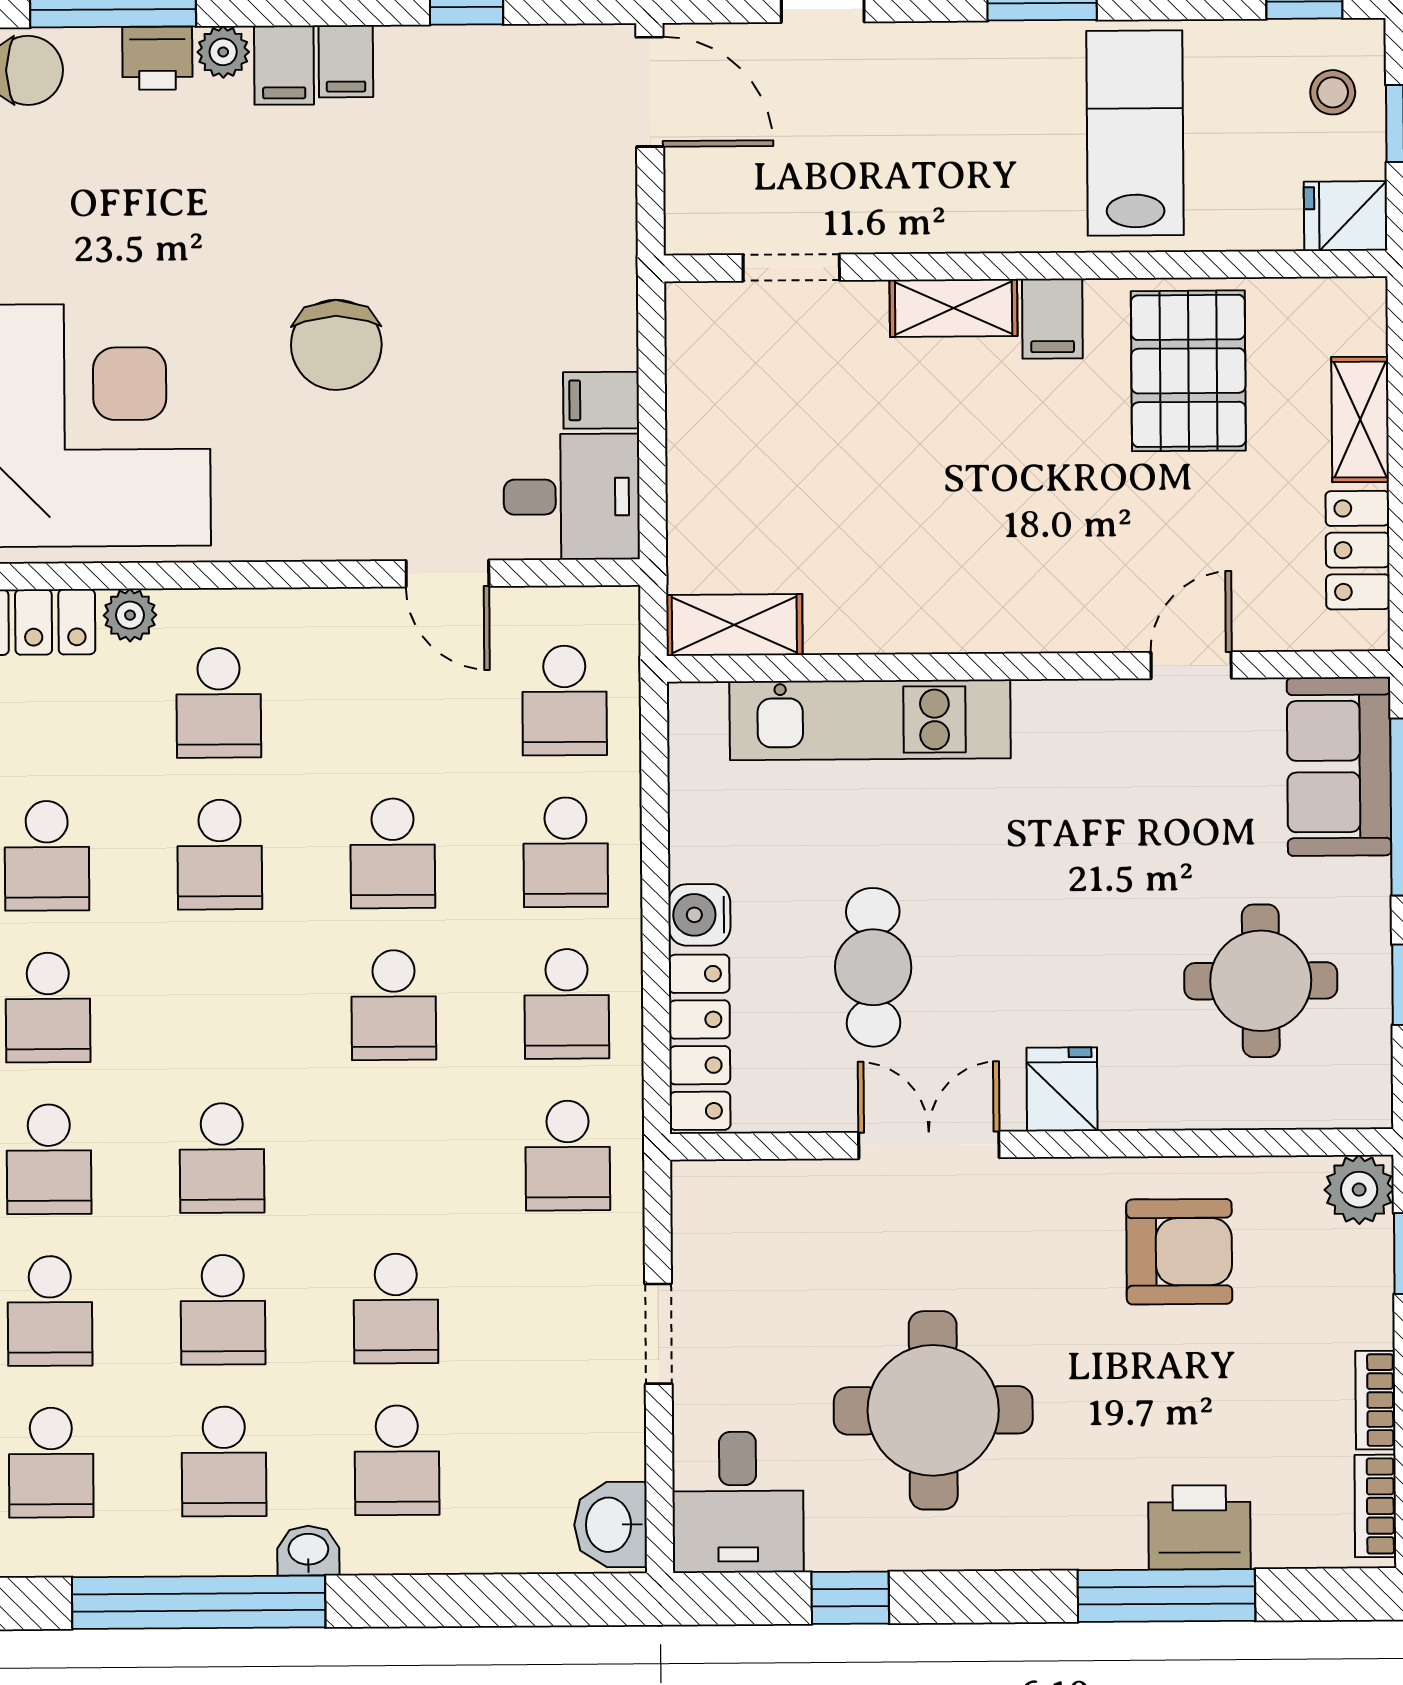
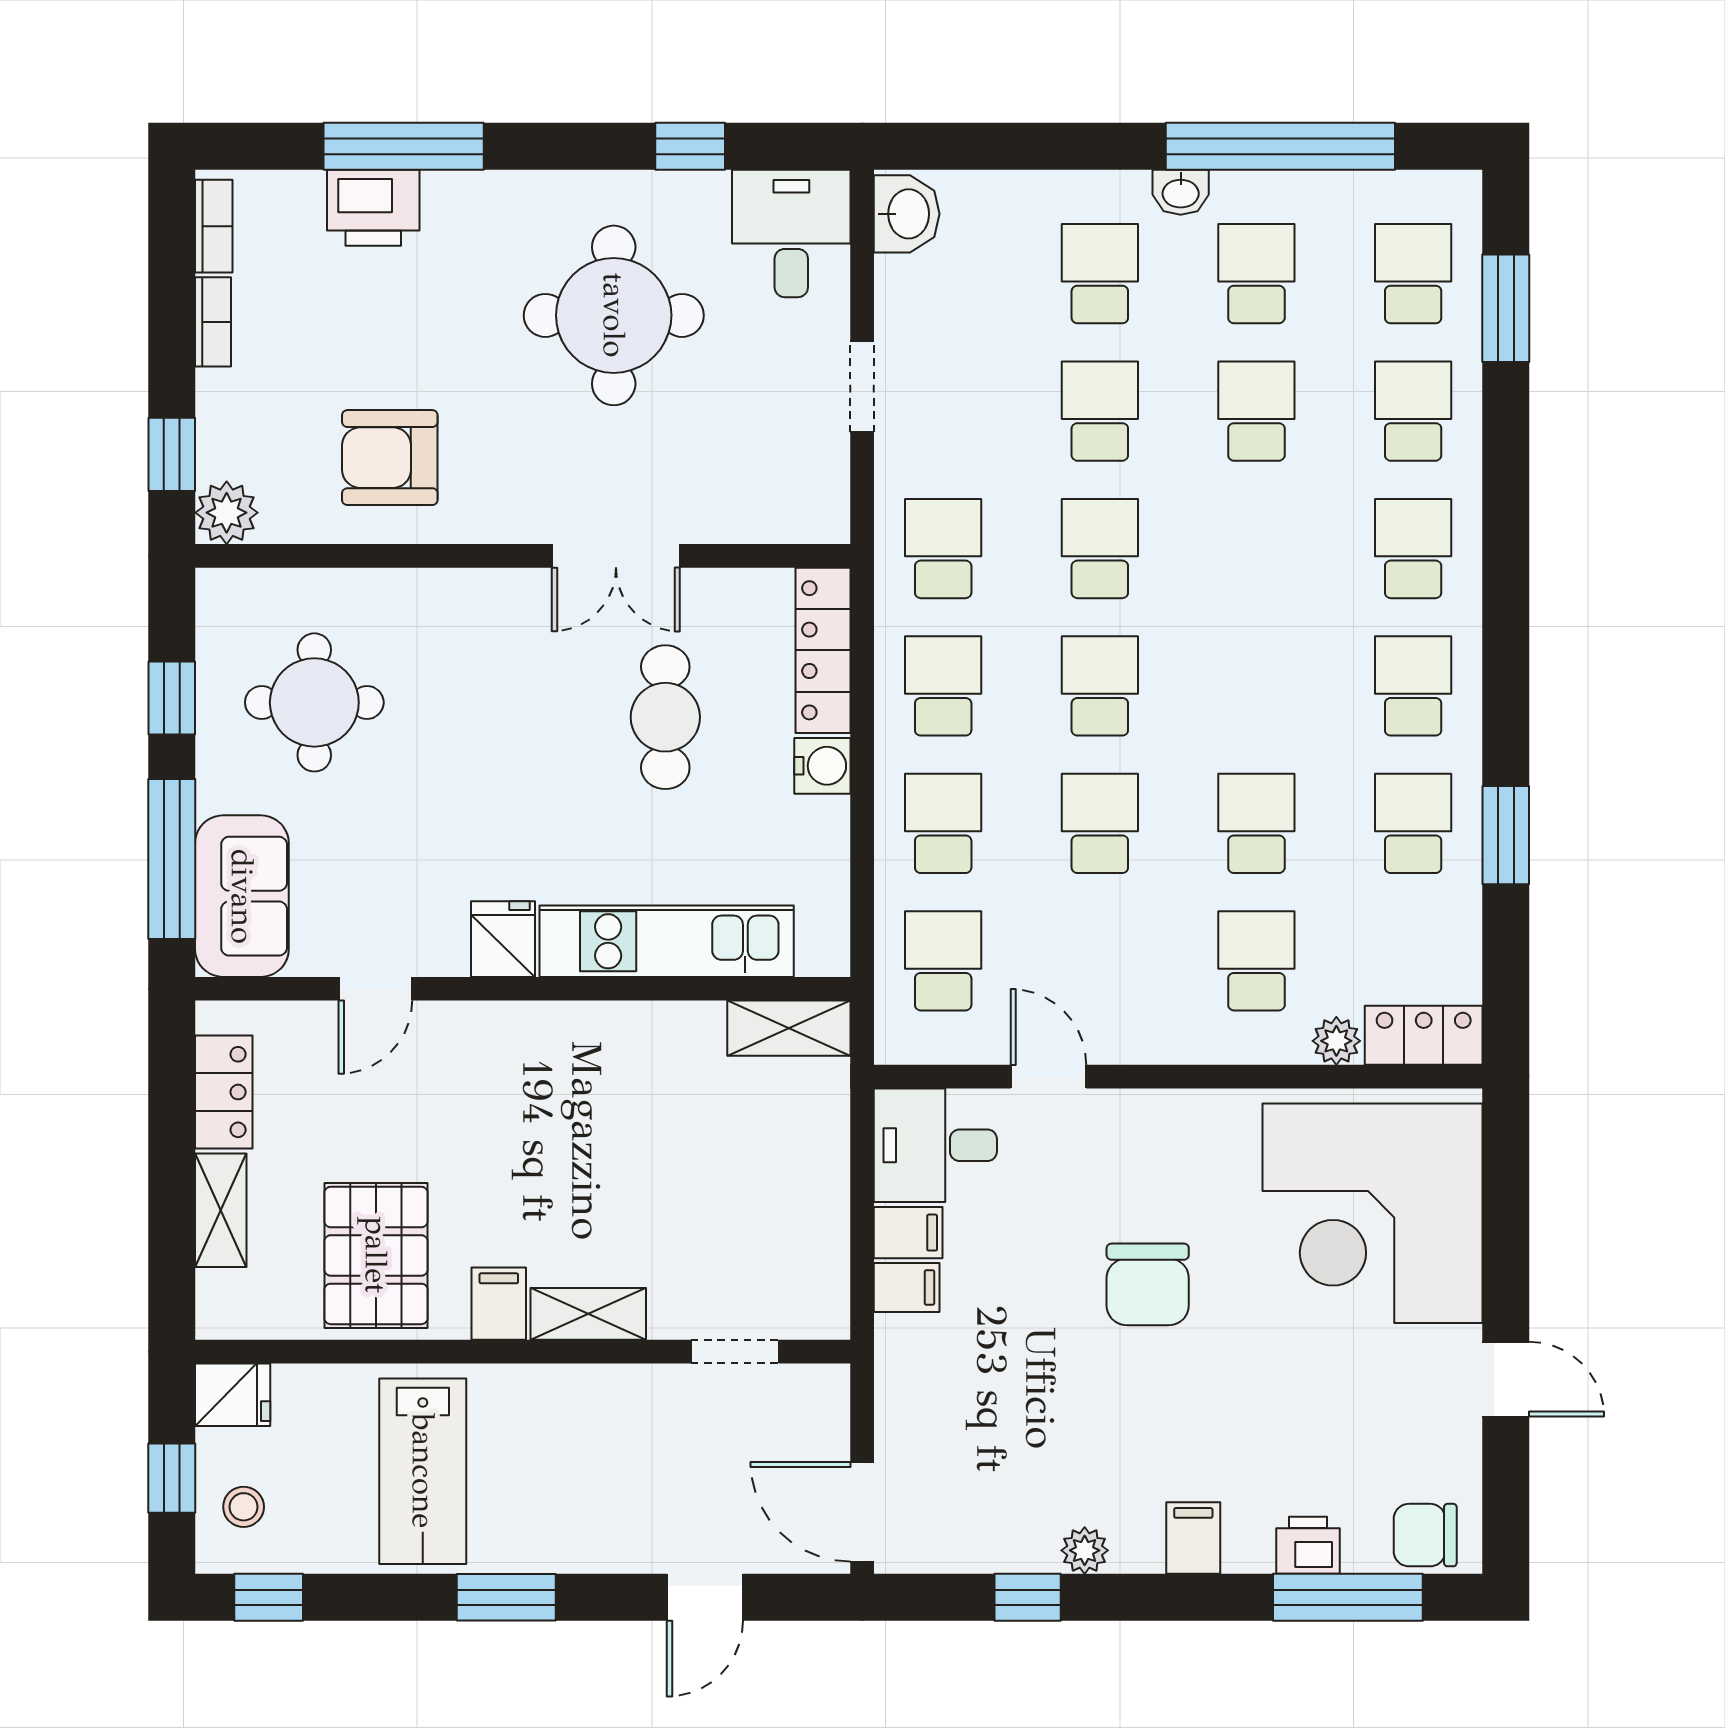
plant: (223, 52) -> (1085, 1550), moved
filing cabinet: (346, 61) -> (907, 1287), moved, turned 90
chair: (336, 345) -> (1148, 1284), turned 180
fridge: (1062, 1089) -> (503, 939), moved, turned 180
school desk: (222, 1158) -> (1100, 549), moved

